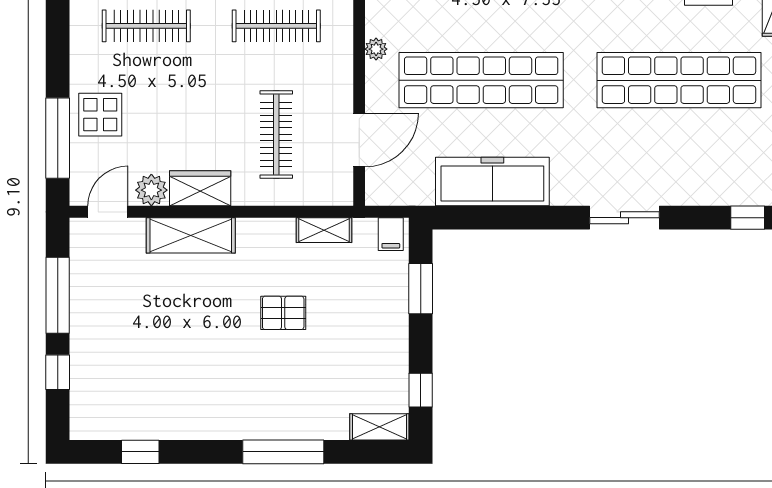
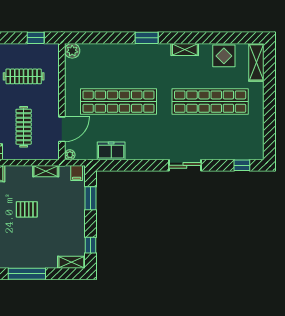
plant: (376, 49) -> (70, 155), moved
freezer: (492, 182) -> (111, 151), width x0.52, depth x0.79

